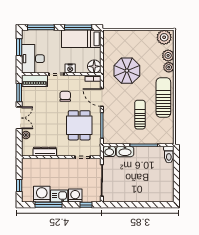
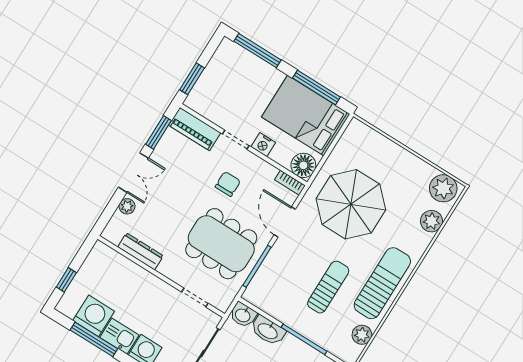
bed: (81, 39) -> (306, 116), width x1.50
window: (19, 47) -> (192, 79), moved
desk: (33, 59) -> (214, 92), removed
plant: (169, 67) -> (362, 335), moved
parasol: (127, 71) -> (351, 204), width x1.36, depth x1.36
dining table: (79, 125) -> (221, 244), width x1.38

